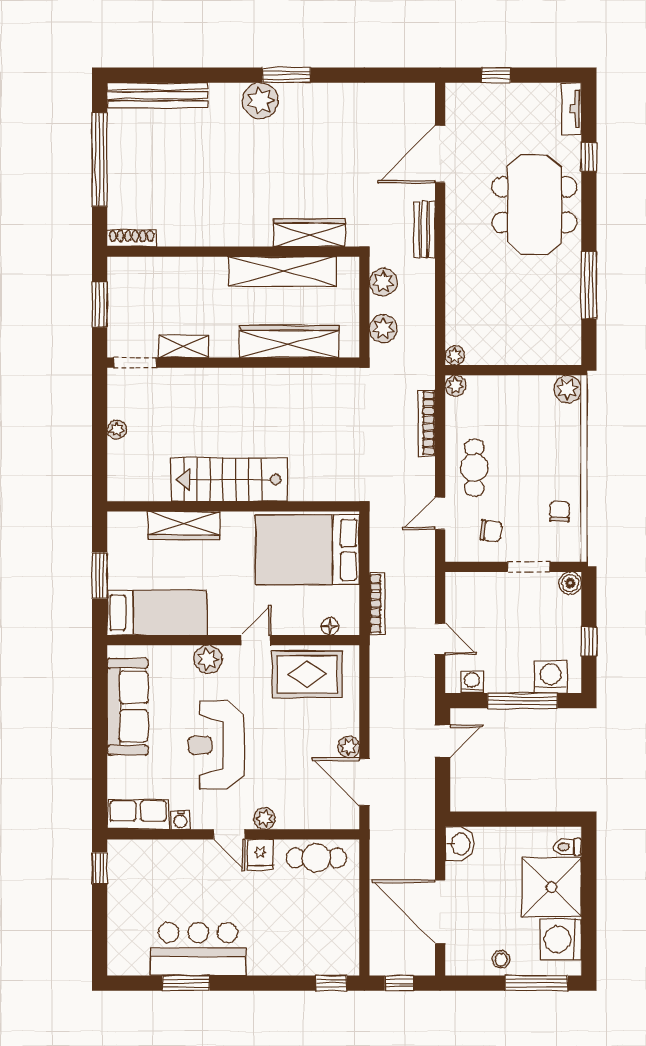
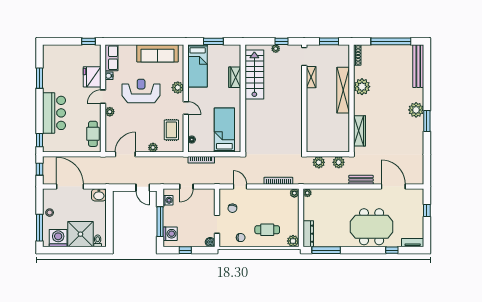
plant: (206, 227) -> (362, 87), added
shelving: (282, 271) -> (343, 90), moved
window: (589, 285) -> (326, 250), moved
wardrobe: (289, 341) -> (313, 122), removed
dresser: (551, 353) -> (308, 234), added
window: (100, 416) -> (281, 41), added
cafe table: (474, 468) -> (267, 230), moved
stairs: (229, 480) -> (254, 75), moved
wardrobe: (184, 525) -> (235, 77), width x0.67
bed: (308, 550) -> (224, 130), width x0.67
rug: (307, 674) -> (171, 130), width x0.73, depth x0.70
plant: (349, 747) -> (153, 148), moved
fridge: (260, 855) -> (92, 77), moved, width x1.88, depth x1.34
door: (440, 912) -> (70, 187), hinge flipped
bar counter: (198, 949) -> (54, 113), moved

